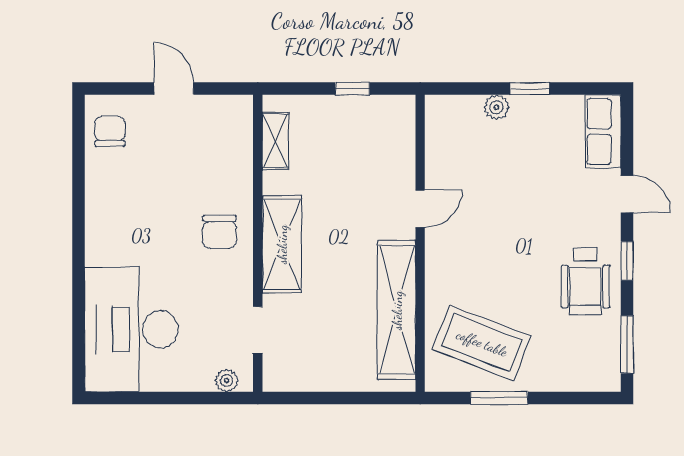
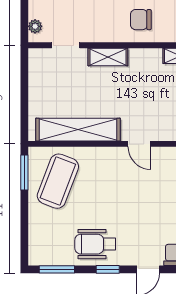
chair: (219, 232) -> (141, 20), moved
shelving: (282, 244) -> (108, 57), width x0.67, depth x0.75
window: (499, 398) -> (24, 172), moved

